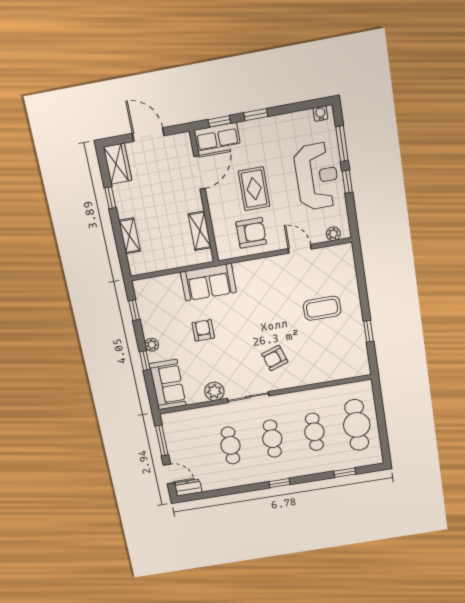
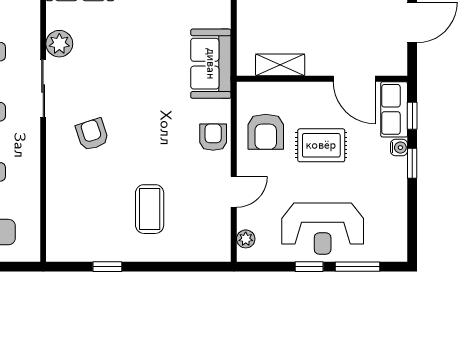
water cooler: (320, 114) -> (399, 148), moved
armchair: (203, 330) -> (213, 137), moved, turned -90

